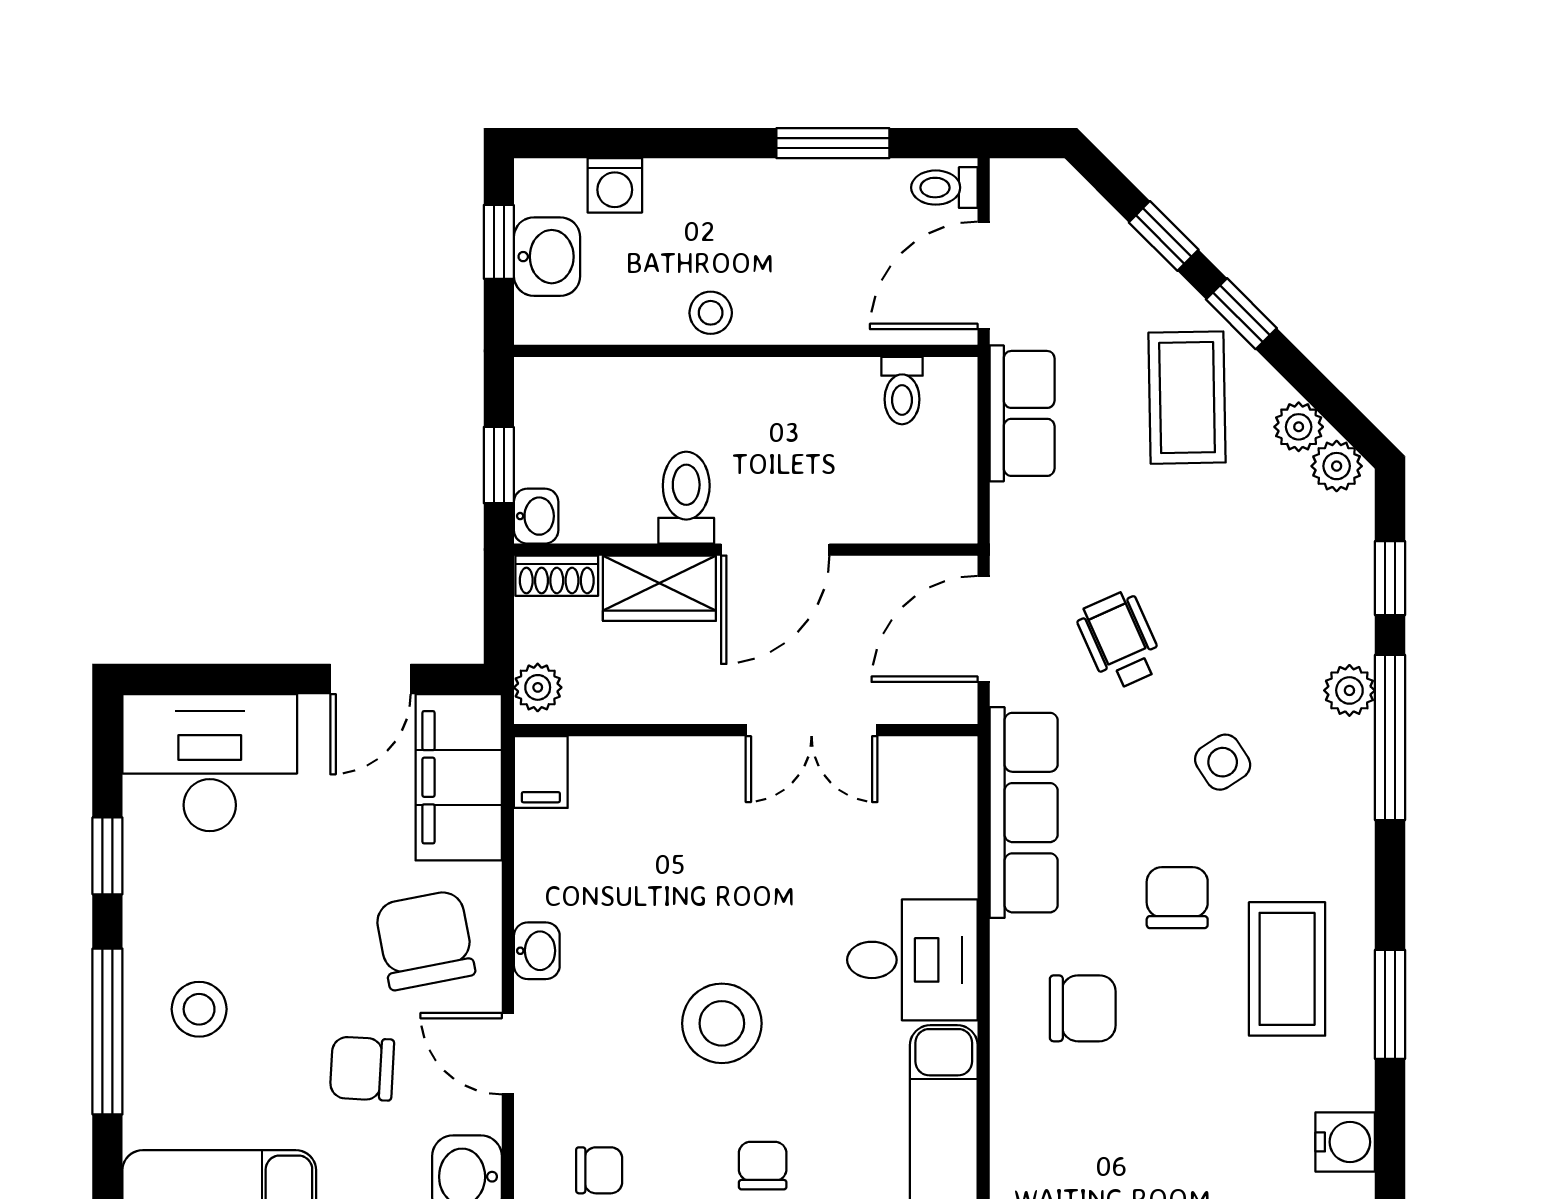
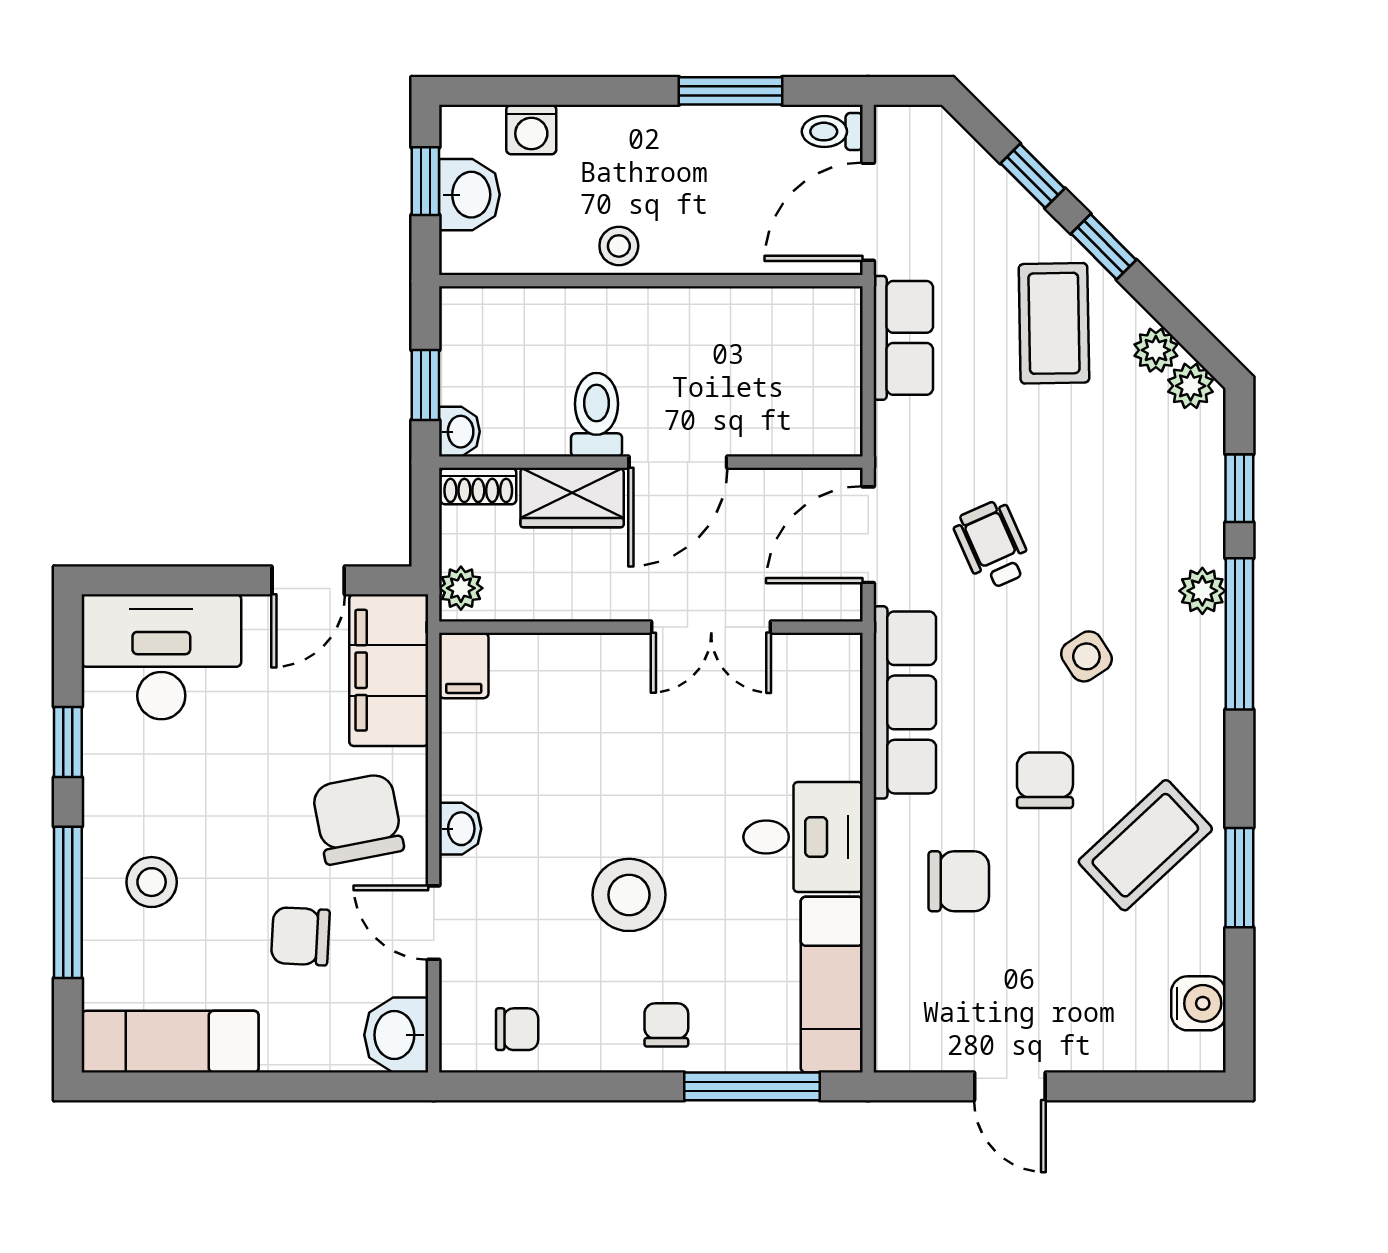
toilet: (902, 391) -> (794, 317), removed
coffee table: (1287, 969) -> (1145, 845), turned 47

